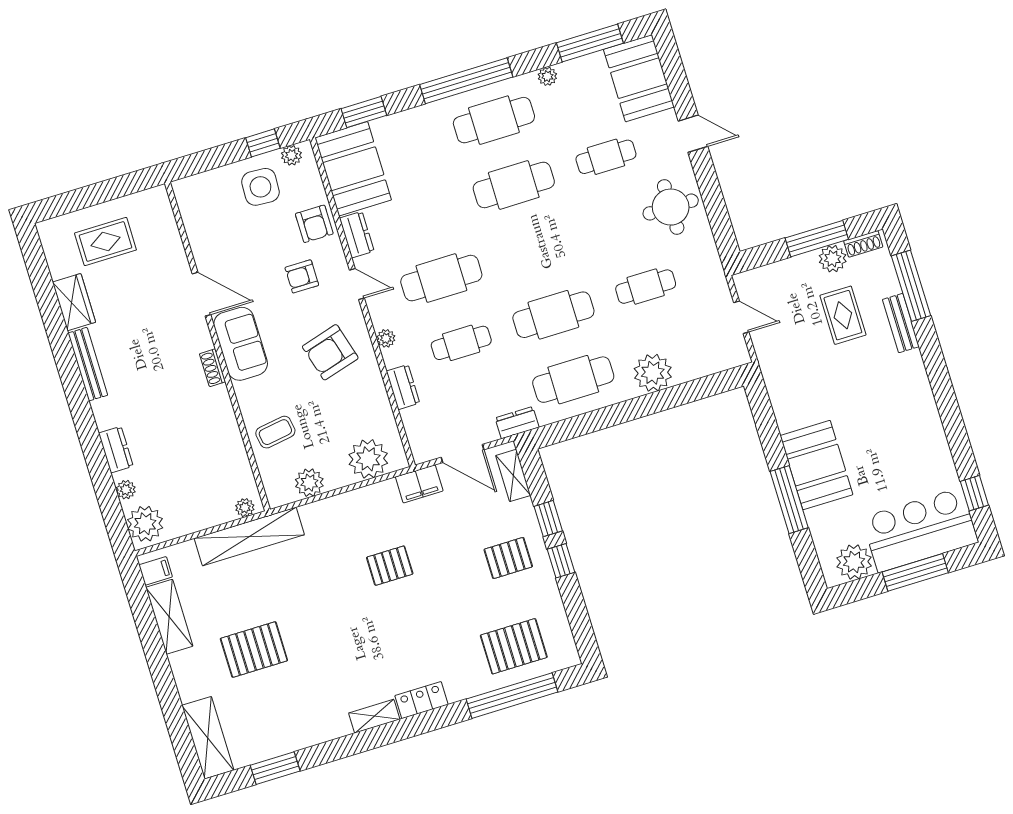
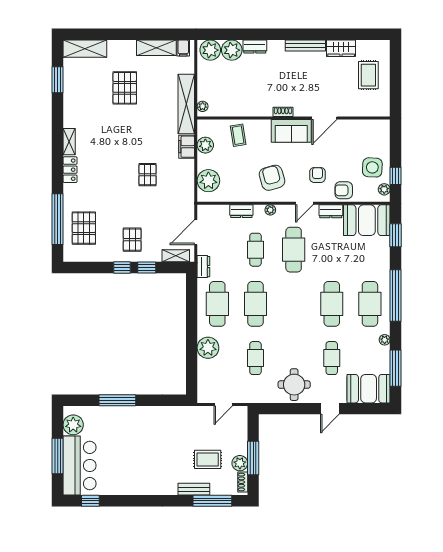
booth: (816, 465) -> (131, 421), removed
filing cabinet: (419, 484) -> (187, 147), moved
plant: (126, 490) -> (232, 50), width x1.88, depth x1.88

